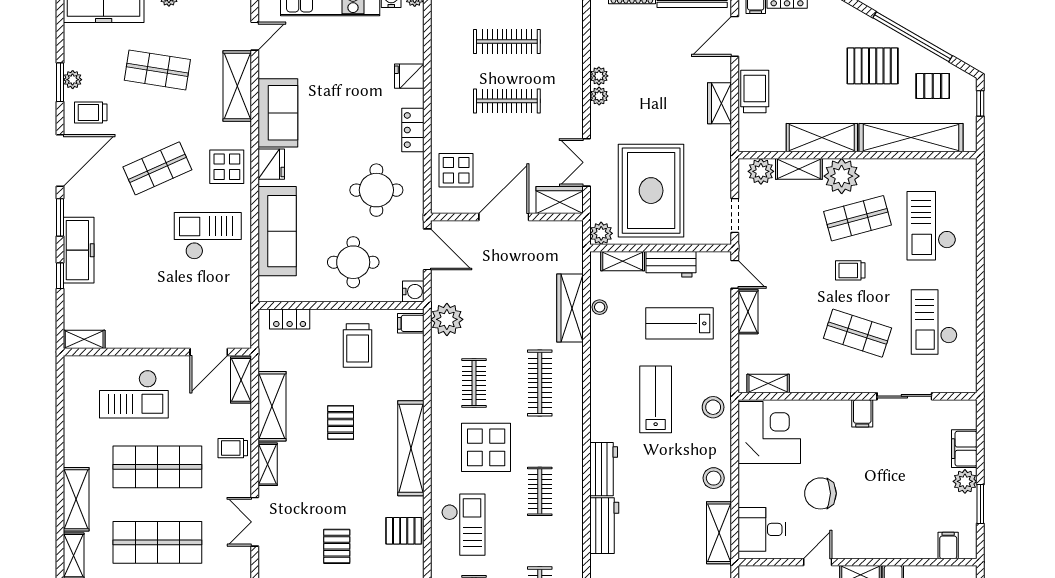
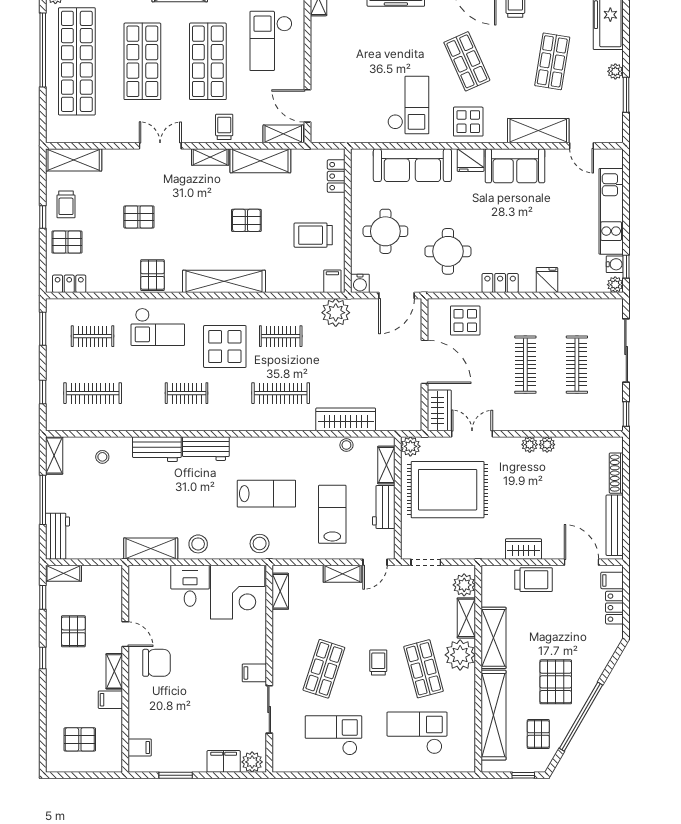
plant: (965, 481) -> (252, 762), moved
chair: (820, 493) -> (157, 663), moved, turned 90
desk: (762, 529) -> (190, 586), moved

